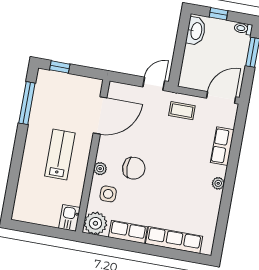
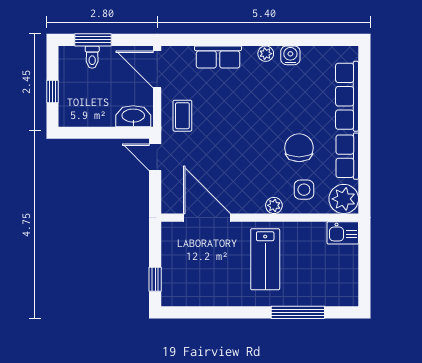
toilet: (243, 29) -> (92, 57), moved
washbasin: (196, 31) -> (133, 116), moved
window: (27, 103) -> (298, 312), moved
lab bench: (60, 154) -> (265, 259), turned -90
chair: (134, 168) -> (299, 148), moved
water cooler: (213, 202) -> (290, 55), added

